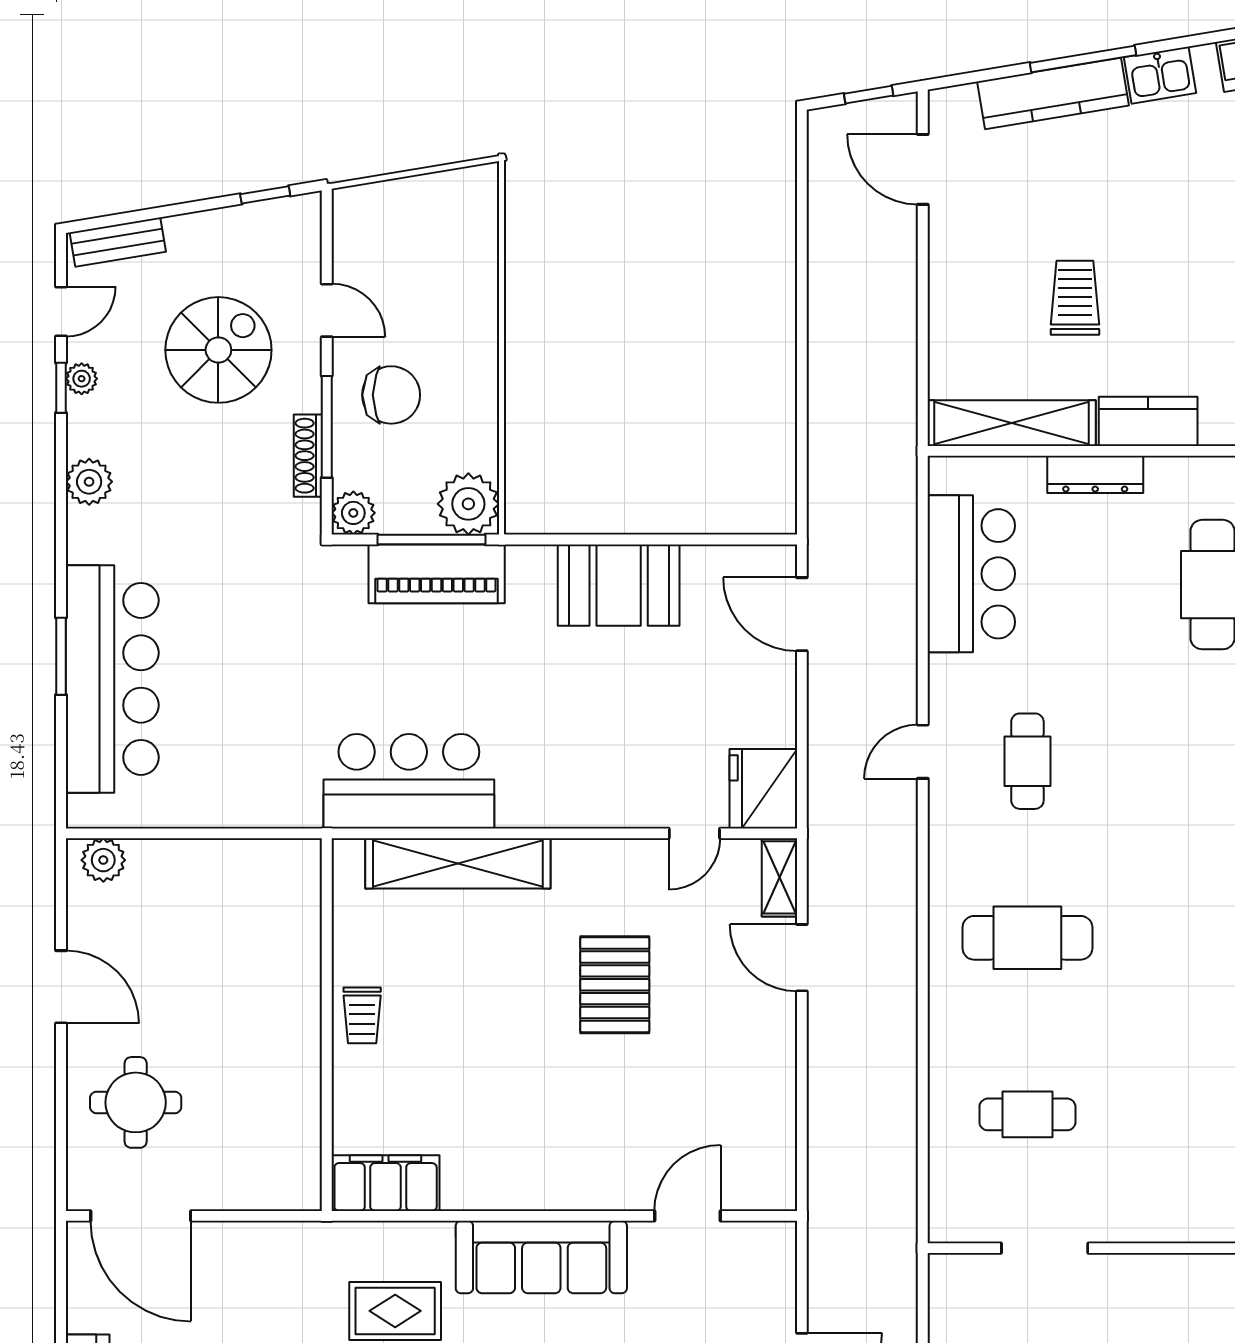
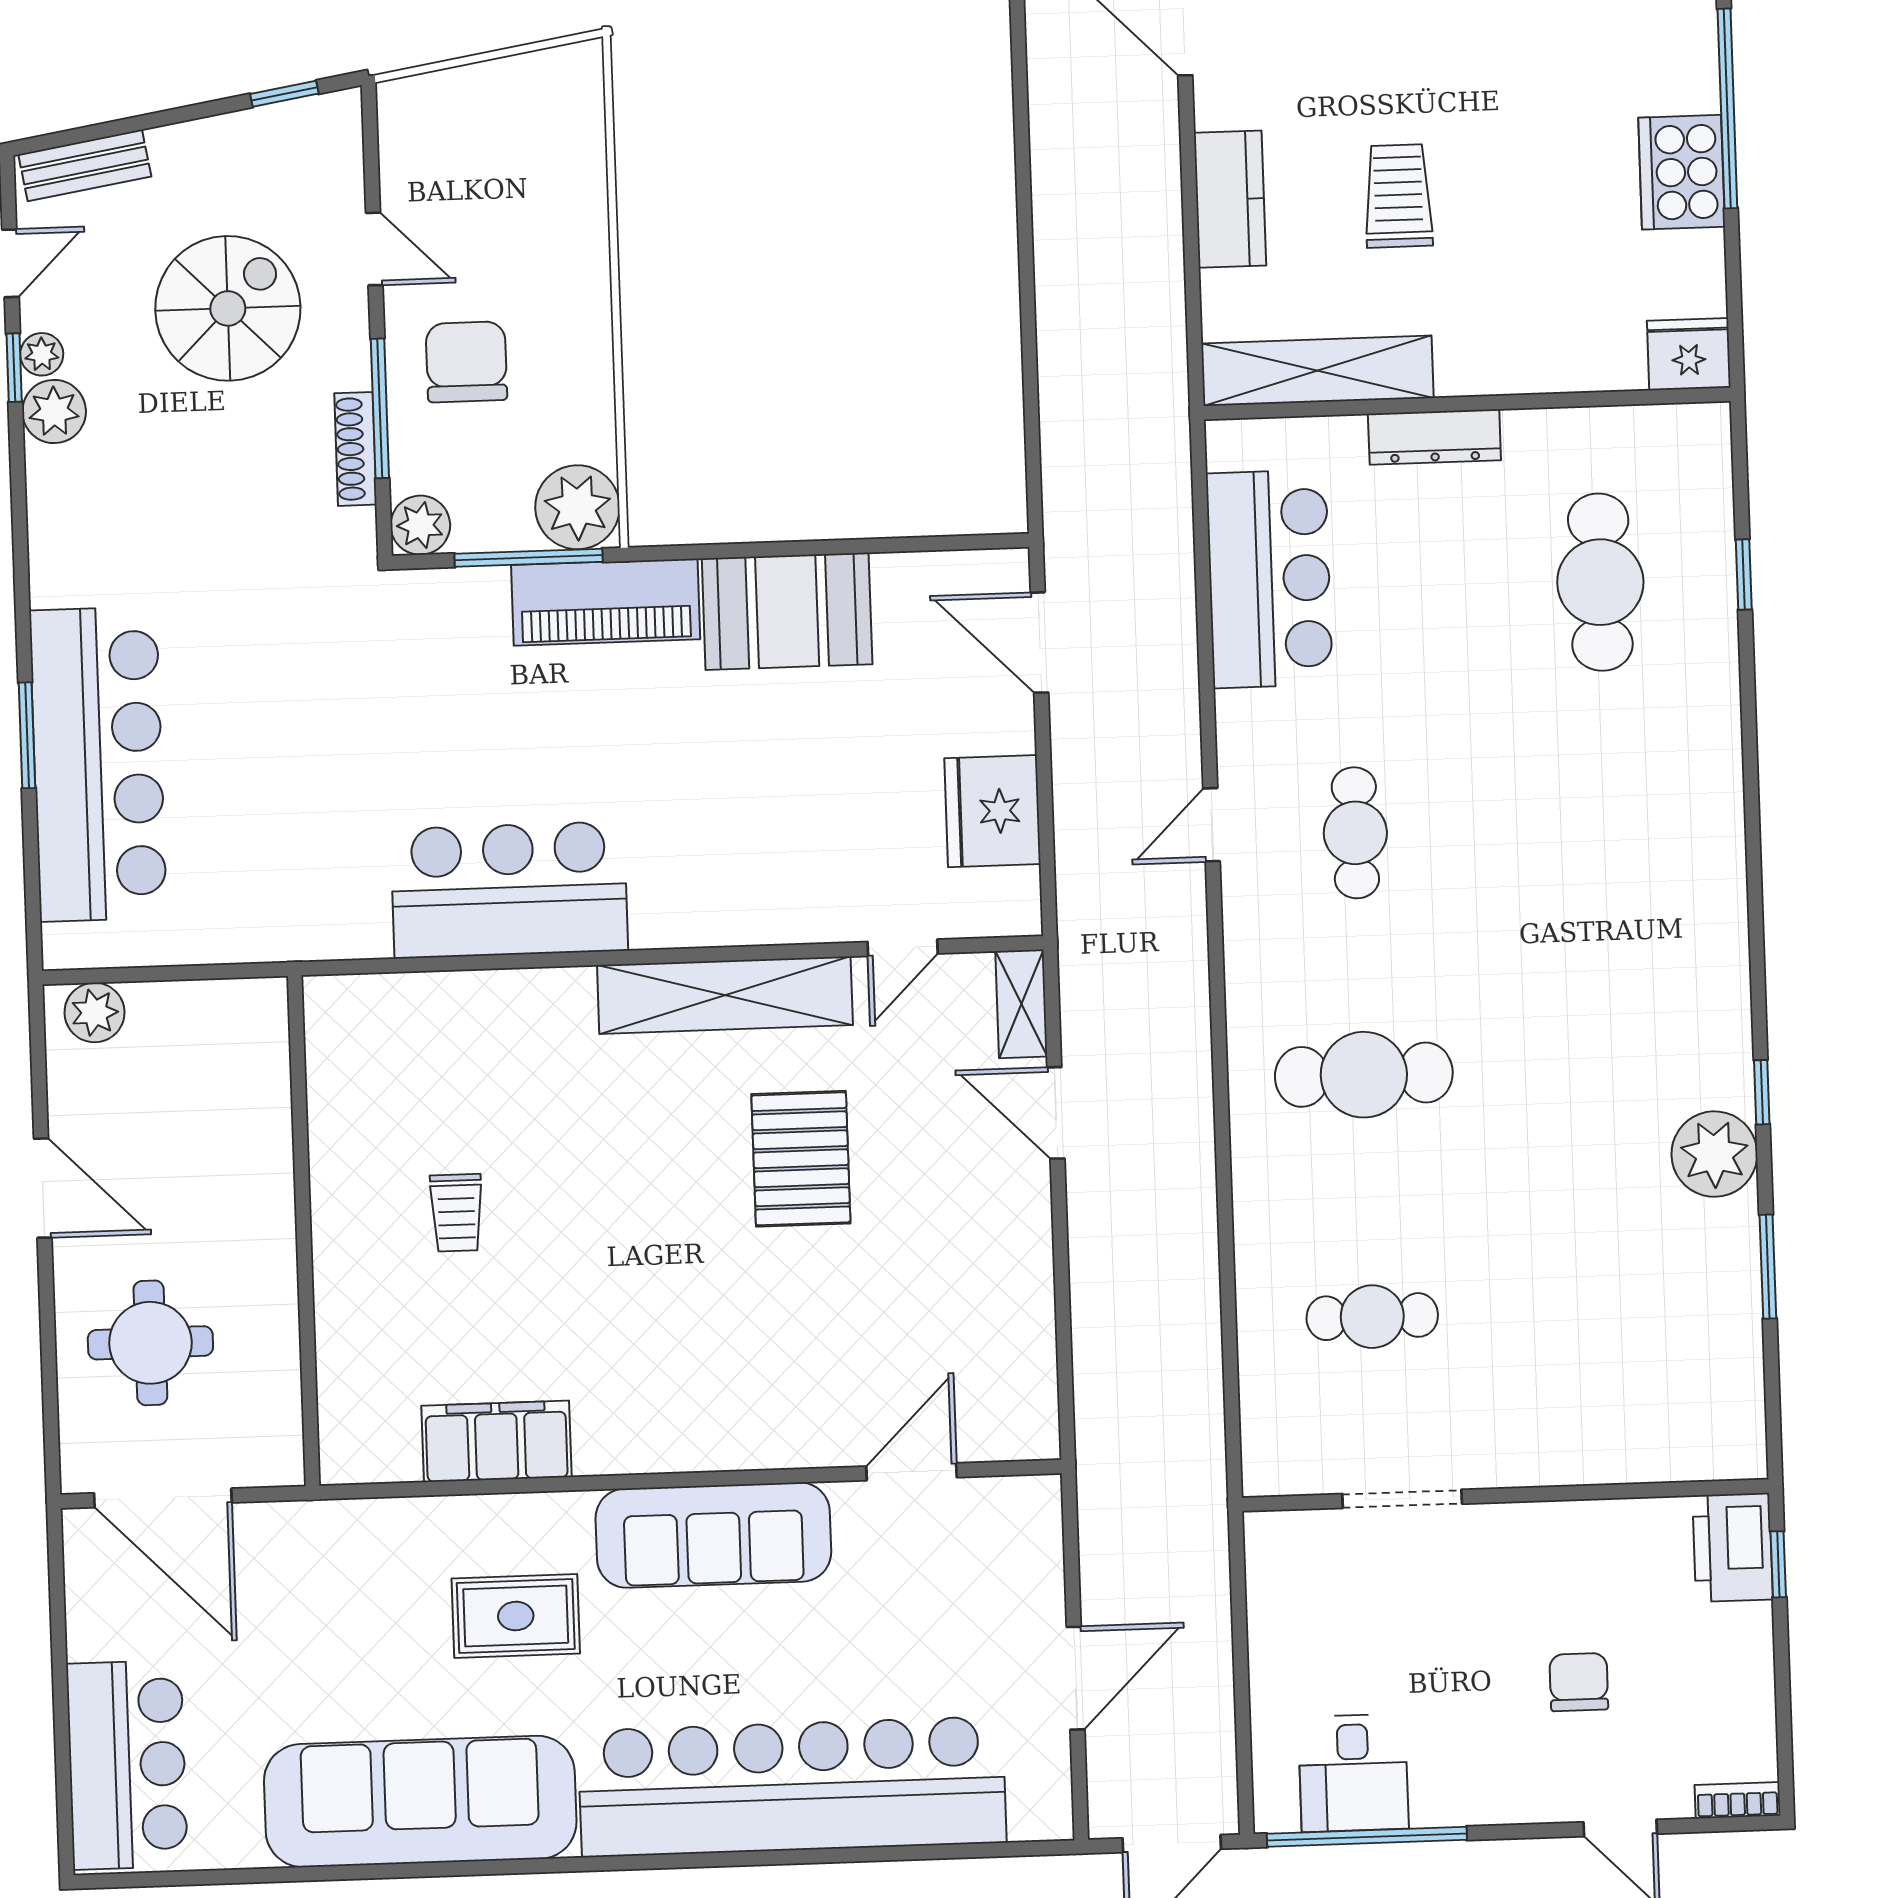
chair: (391, 395) -> (466, 362), turned -90
kitchen counter: (1148, 421) -> (1230, 199), moved, turned 90
plant: (89, 482) -> (54, 412), moved
piano: (437, 574) -> (606, 602), moved
fridge: (763, 789) -> (992, 811), moved
shelving: (458, 863) -> (725, 995), moved
wall: (327, 1025) -> (304, 1231), moved

